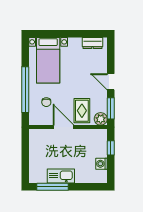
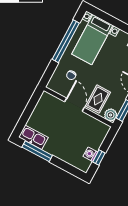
window: (25, 90) -> (66, 41), moved
window: (111, 148) -> (99, 157), moved
kitchen sink: (61, 176) -> (33, 137), moved

